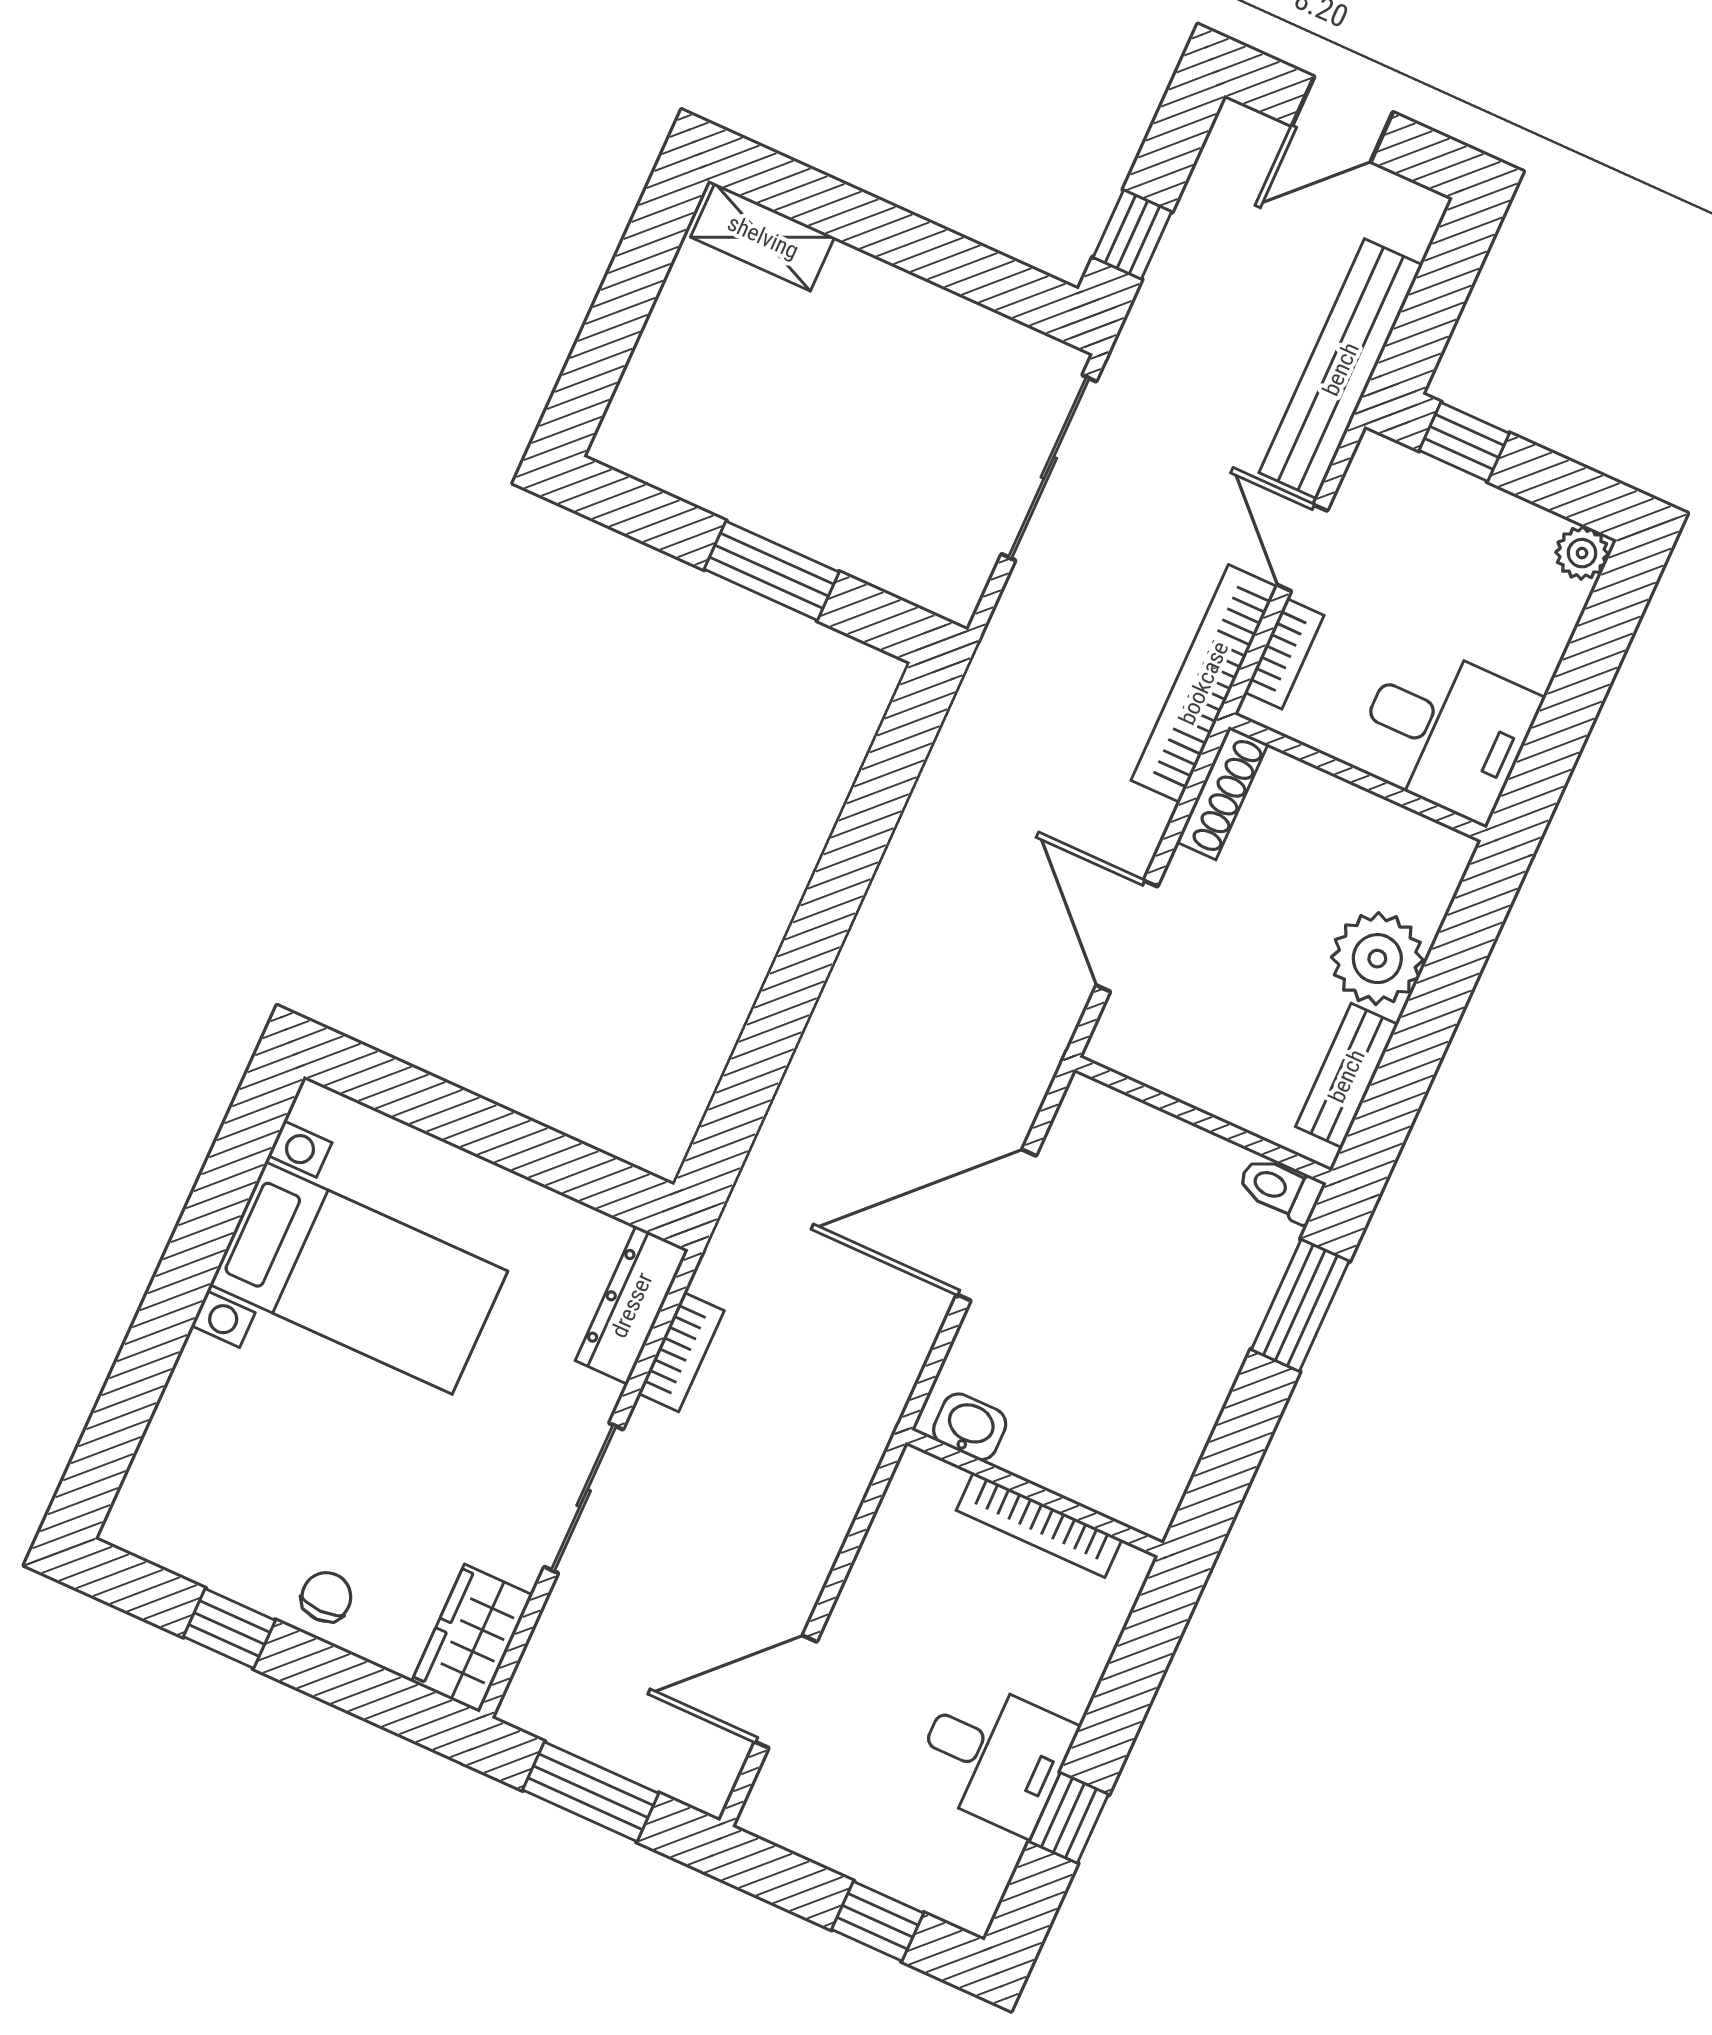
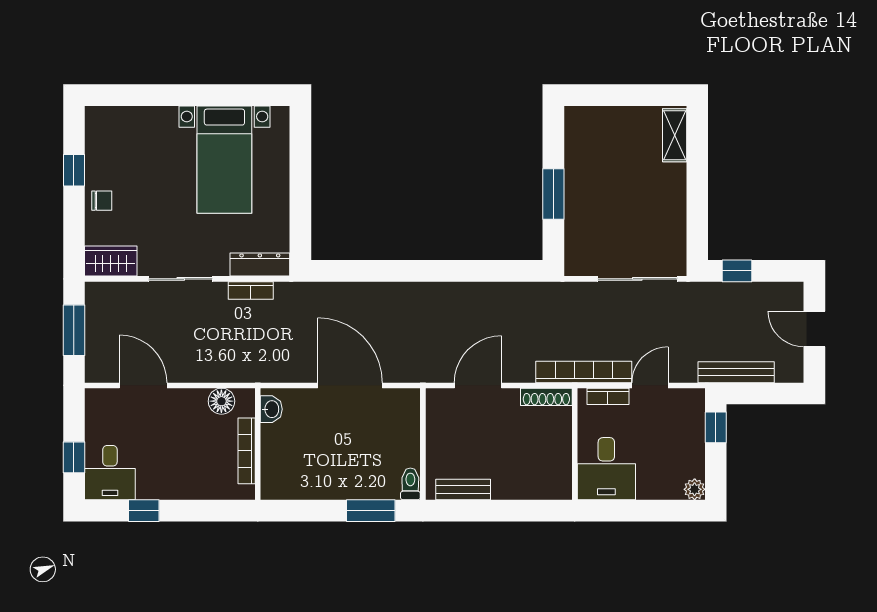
bench: (1341, 369) -> (736, 372), width x0.73, depth x0.82
plant: (1377, 959) -> (511, 481), removed
floor lamp: (901, 1531) -> (221, 401), added
desk: (994, 1756) -> (110, 473), moved

